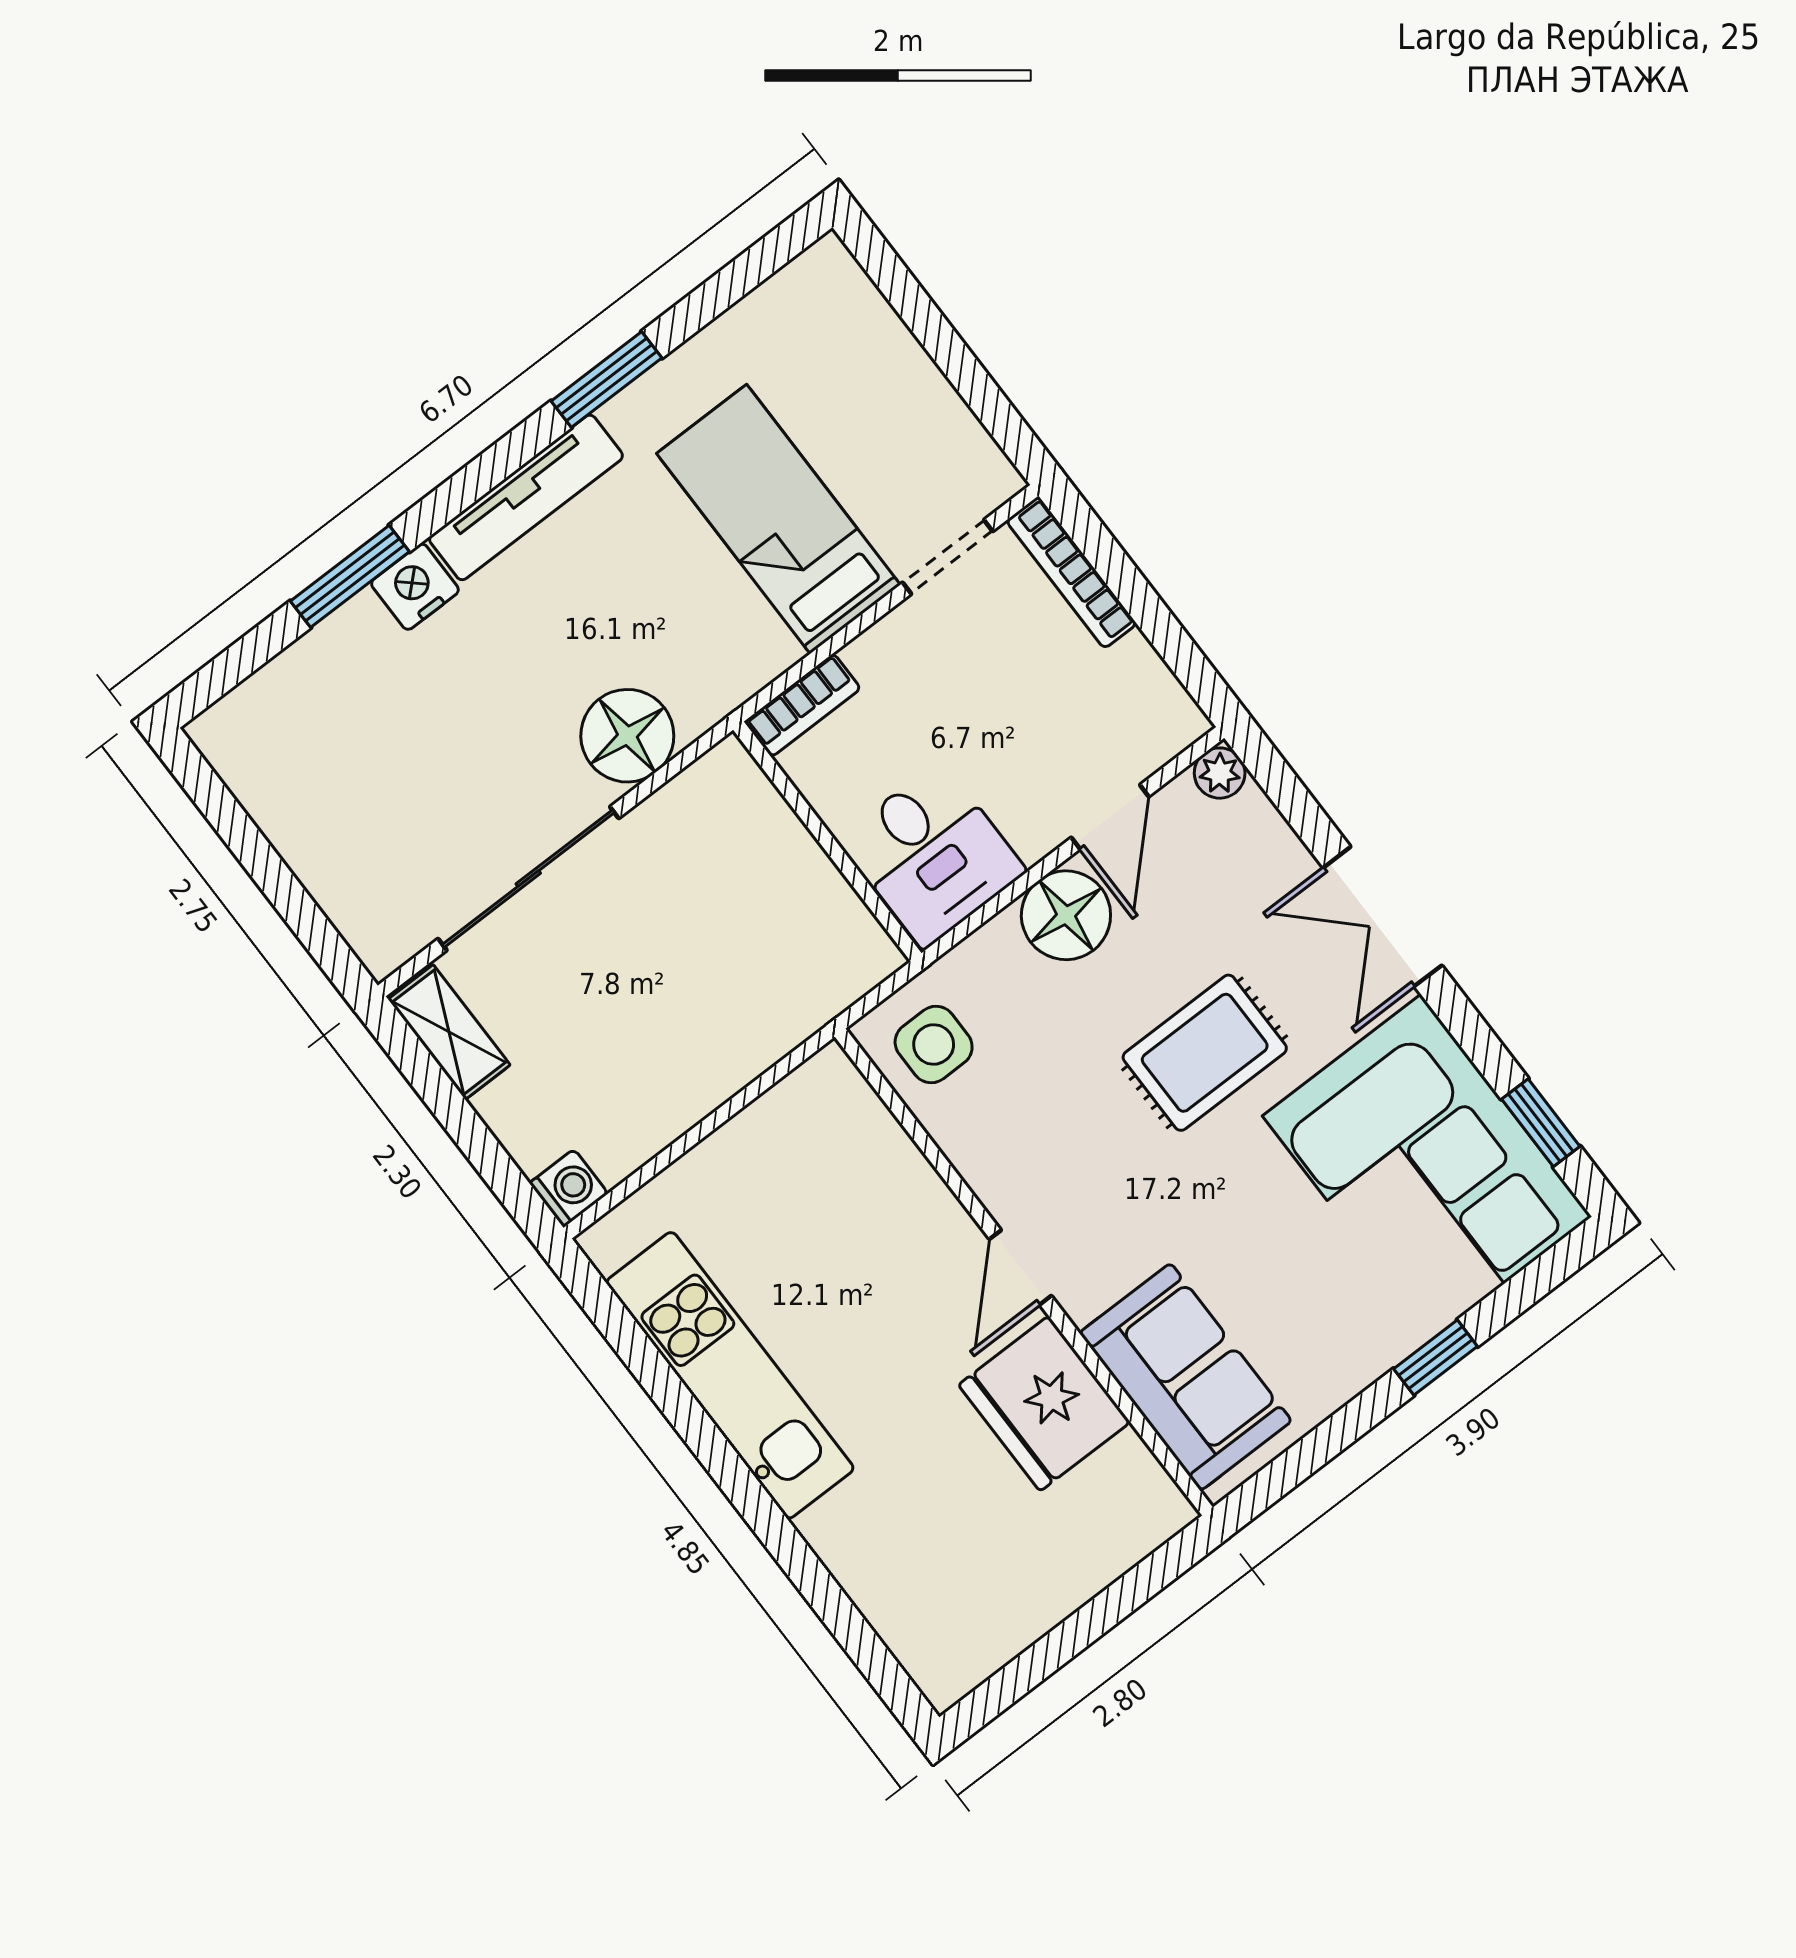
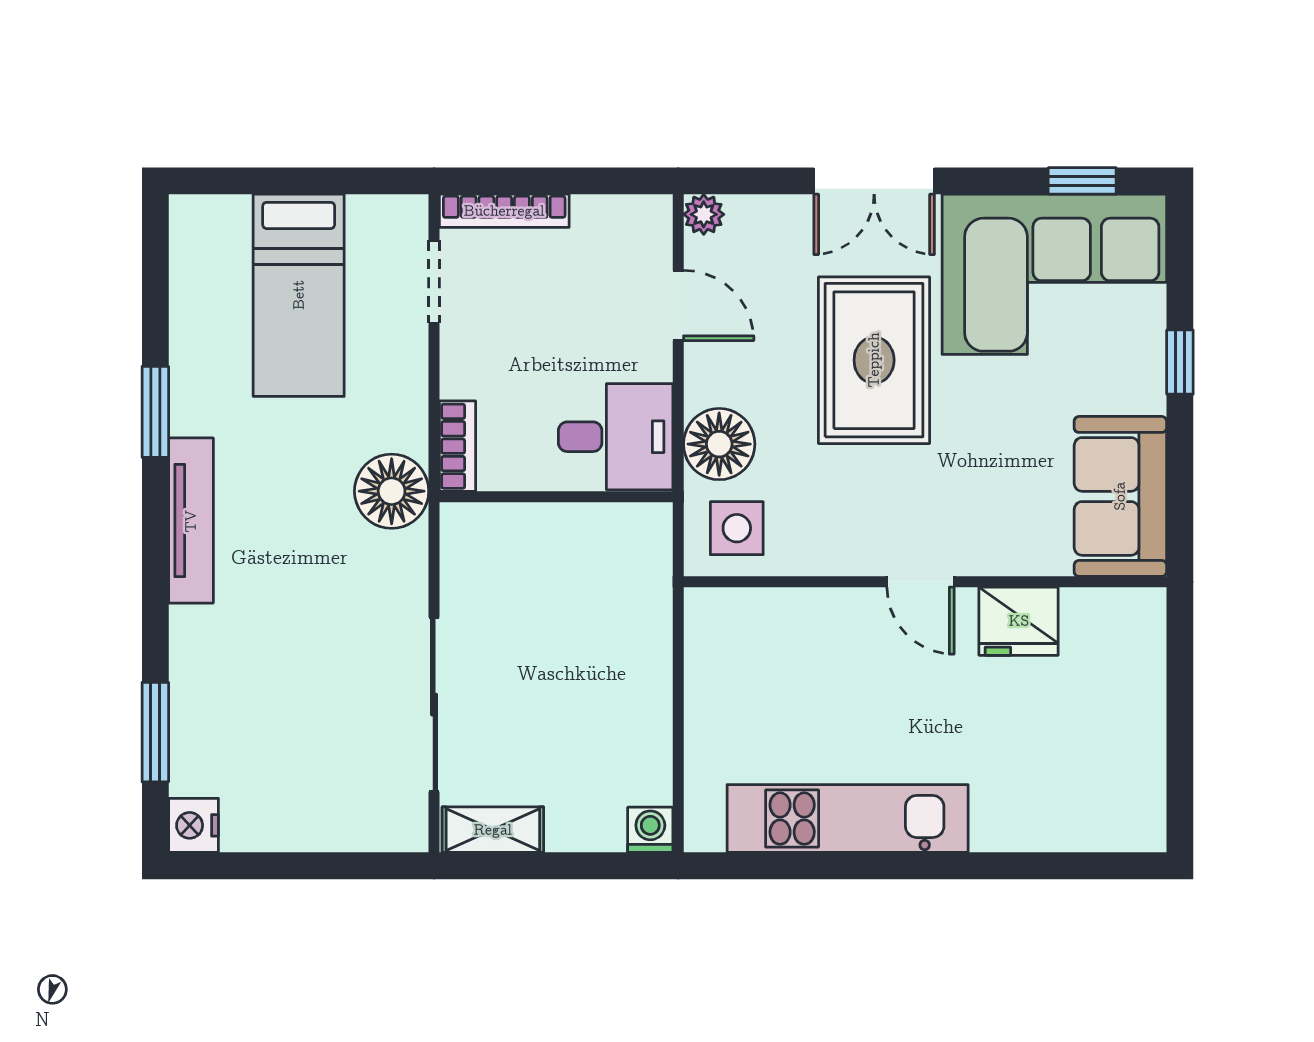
bed: (778, 519) -> (299, 295), moved, turned -90
window: (350, 576) -> (155, 732), moved
nightstand: (415, 587) -> (194, 825), moved
floor lamp: (627, 736) -> (392, 491), moved
floor lamp: (1066, 915) -> (719, 444), moved
rug: (1205, 1053) -> (874, 360), width x1.36, depth x1.43
sofa: (1186, 1377) -> (1120, 496), moved, turned -90
fridge: (1044, 1403) -> (1019, 621), width x0.73, depth x0.75

